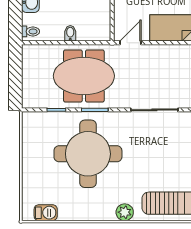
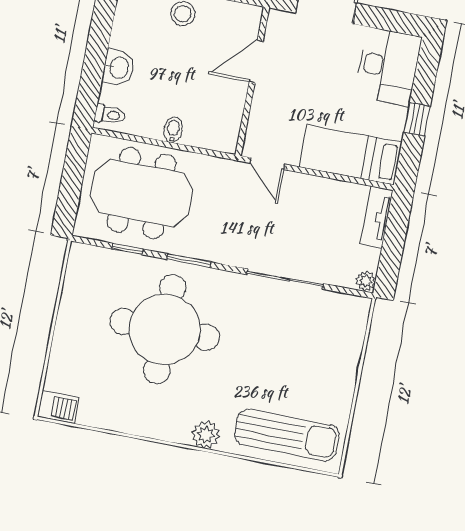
door: (131, 43) -> (267, 164), swing flipped
meeting table: (84, 76) -> (142, 193), moved
barbecue: (46, 213) -> (58, 407), moved

